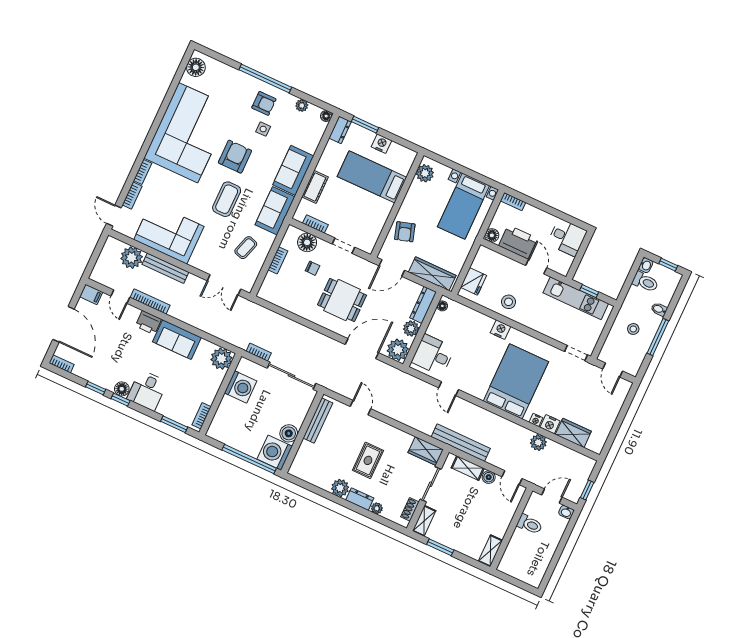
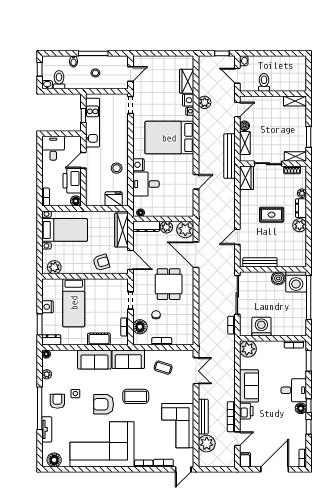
tv unit: (236, 75) -> (47, 429), added
desk: (433, 355) -> (146, 184), moved, turned 90

